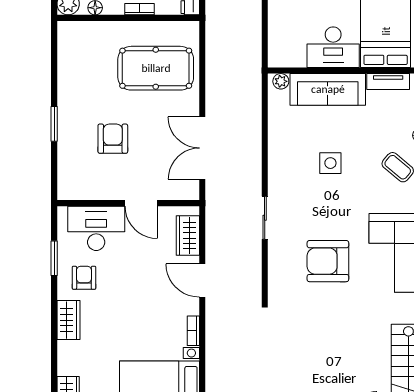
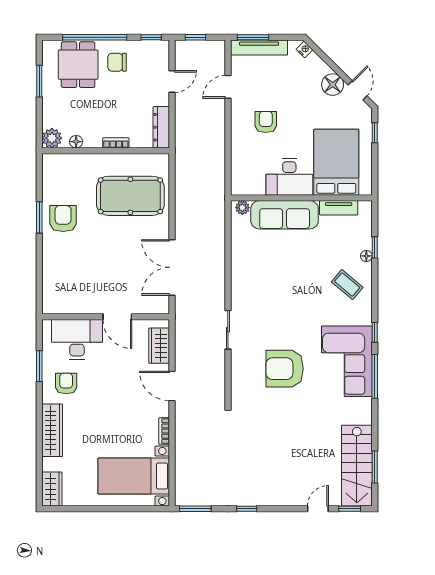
window: (54, 124) -> (39, 217), moved
armchair: (113, 139) -> (63, 219), moved
side table: (330, 163) -> (287, 281), removed
wardrobe: (68, 320) -> (52, 430), width x1.50

